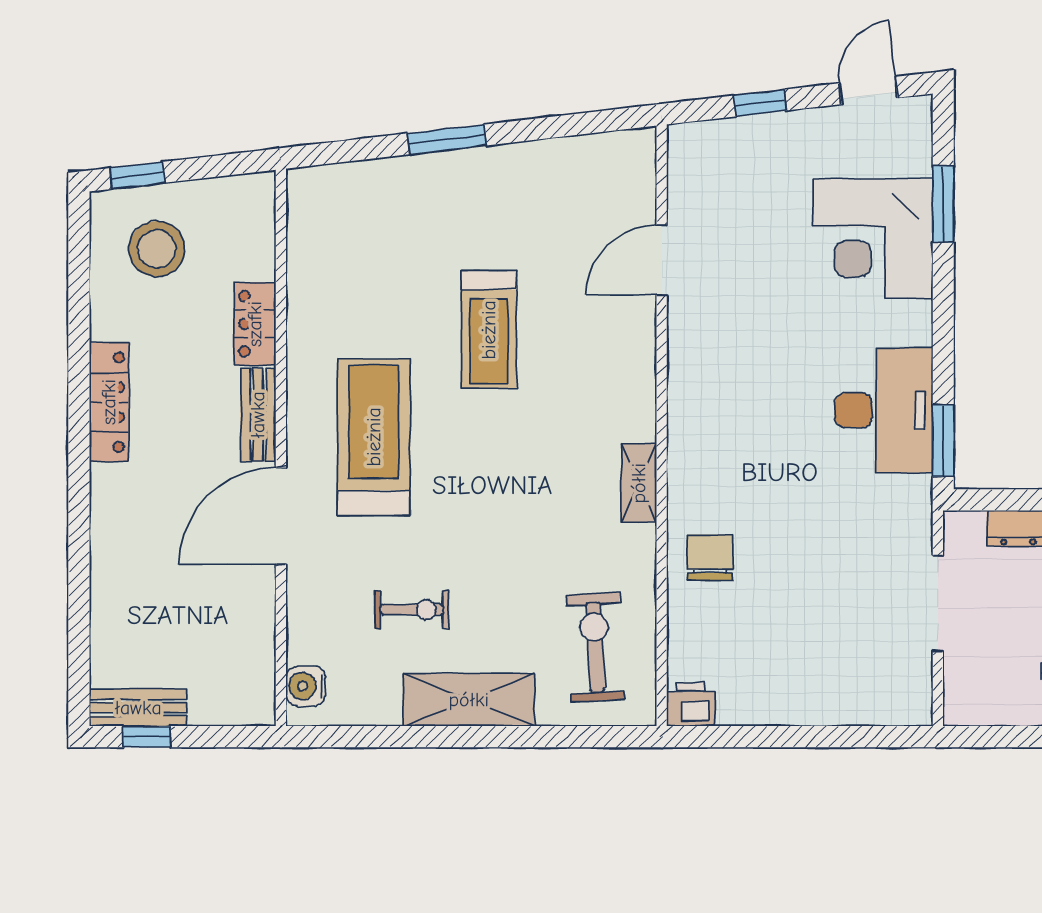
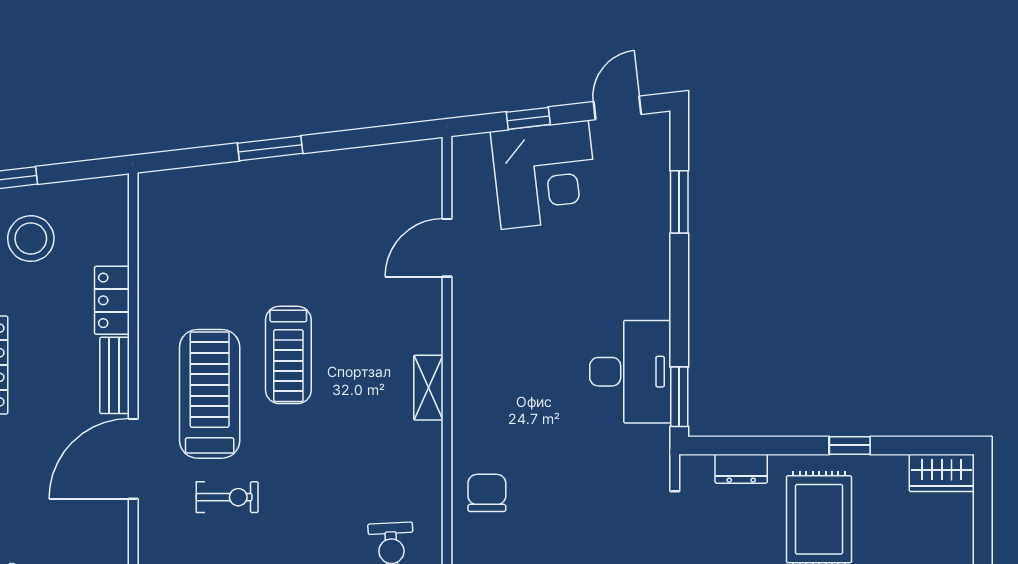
corner desk: (873, 239) -> (545, 175), moved, turned -97
treadmill: (489, 330) -> (288, 355), moved
shelving: (639, 483) -> (428, 388), moved
exercise bike: (412, 610) -> (227, 497), moved

